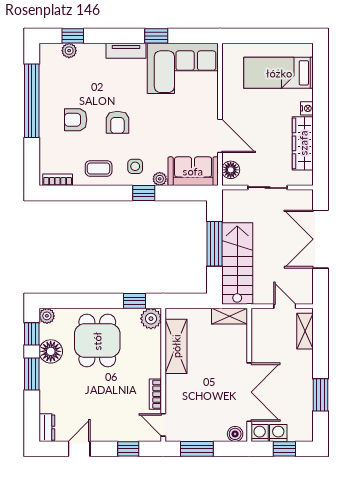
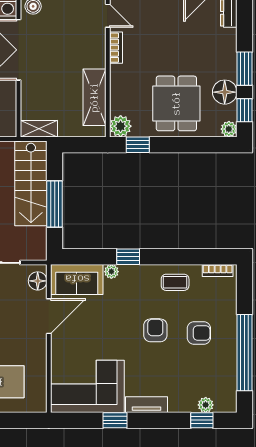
door: (220, 136) -> (49, 316), swing flipped
side table: (135, 166) -> (137, 285), removed

